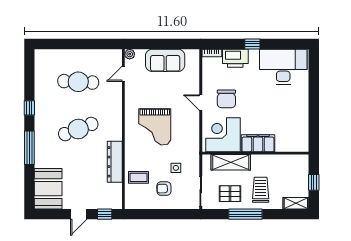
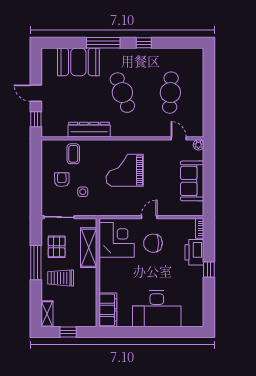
desk: (283, 67) -> (157, 309), moved, turned 90
filing cabinet: (258, 143) -> (108, 310), moved
booth: (48, 189) -> (78, 62), moved
trolley: (261, 190) -> (61, 278), turned 180

